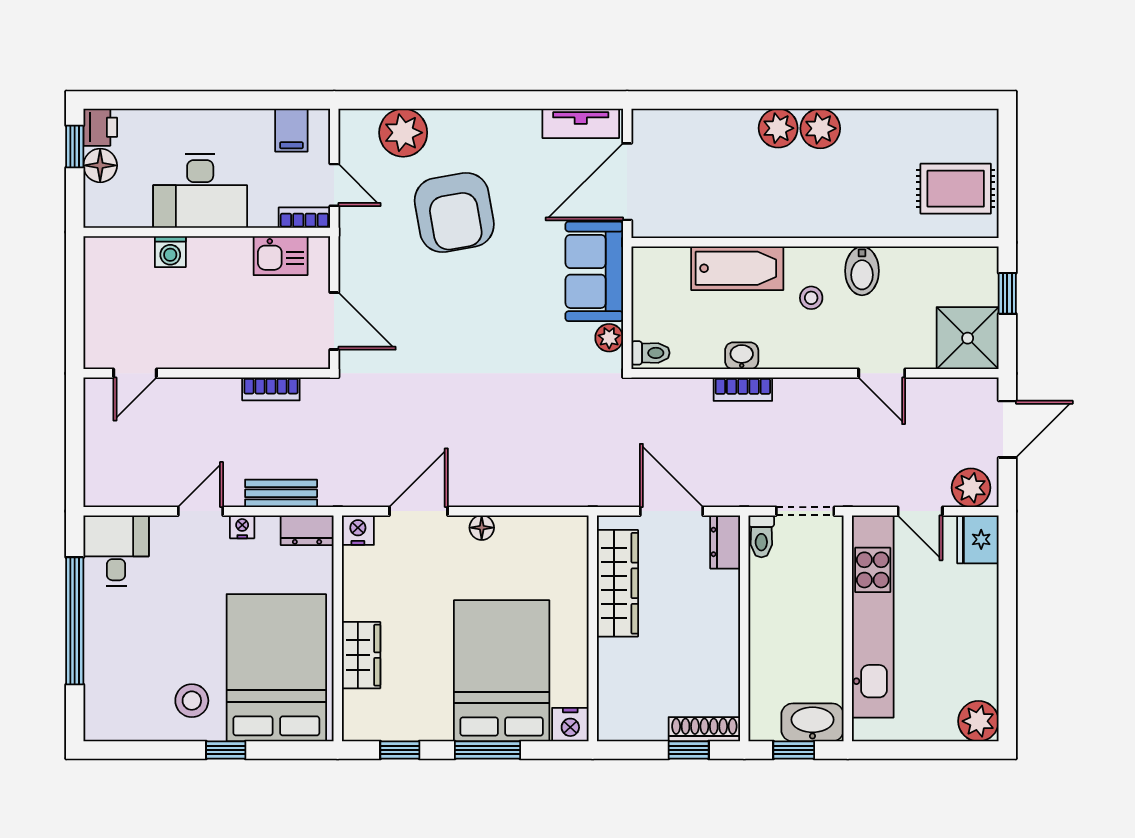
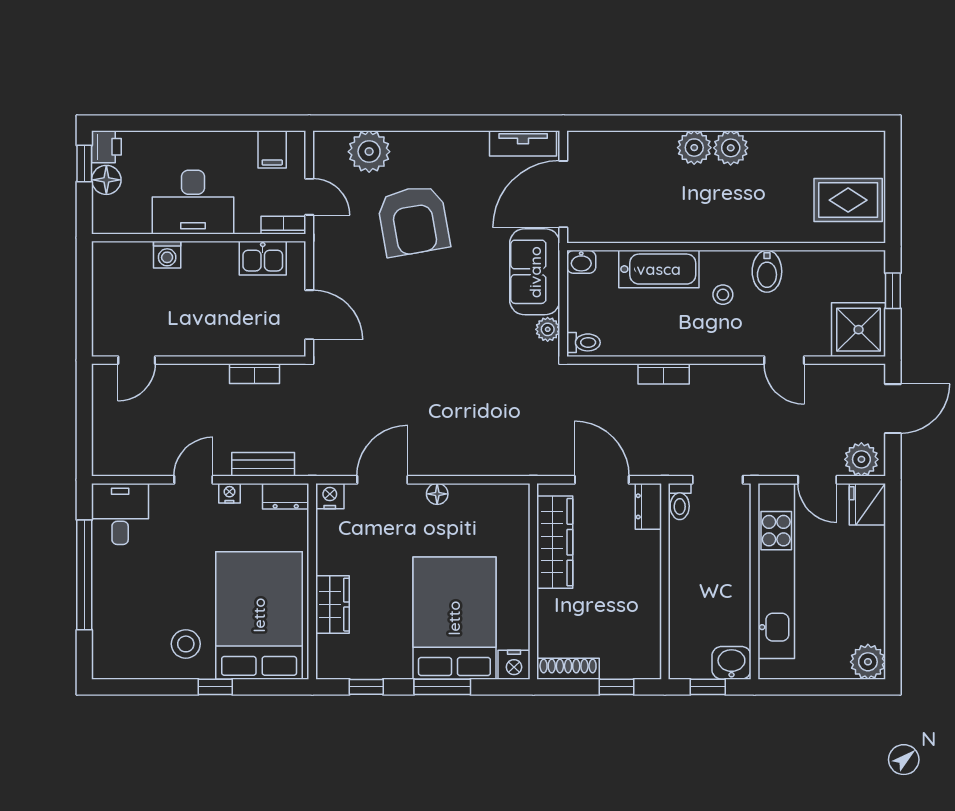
washbasin: (742, 356) -> (581, 262), moved, turned 180
washbasin: (812, 722) -> (731, 663), width x0.72
shoe rack: (704, 729) -> (568, 669), moved

